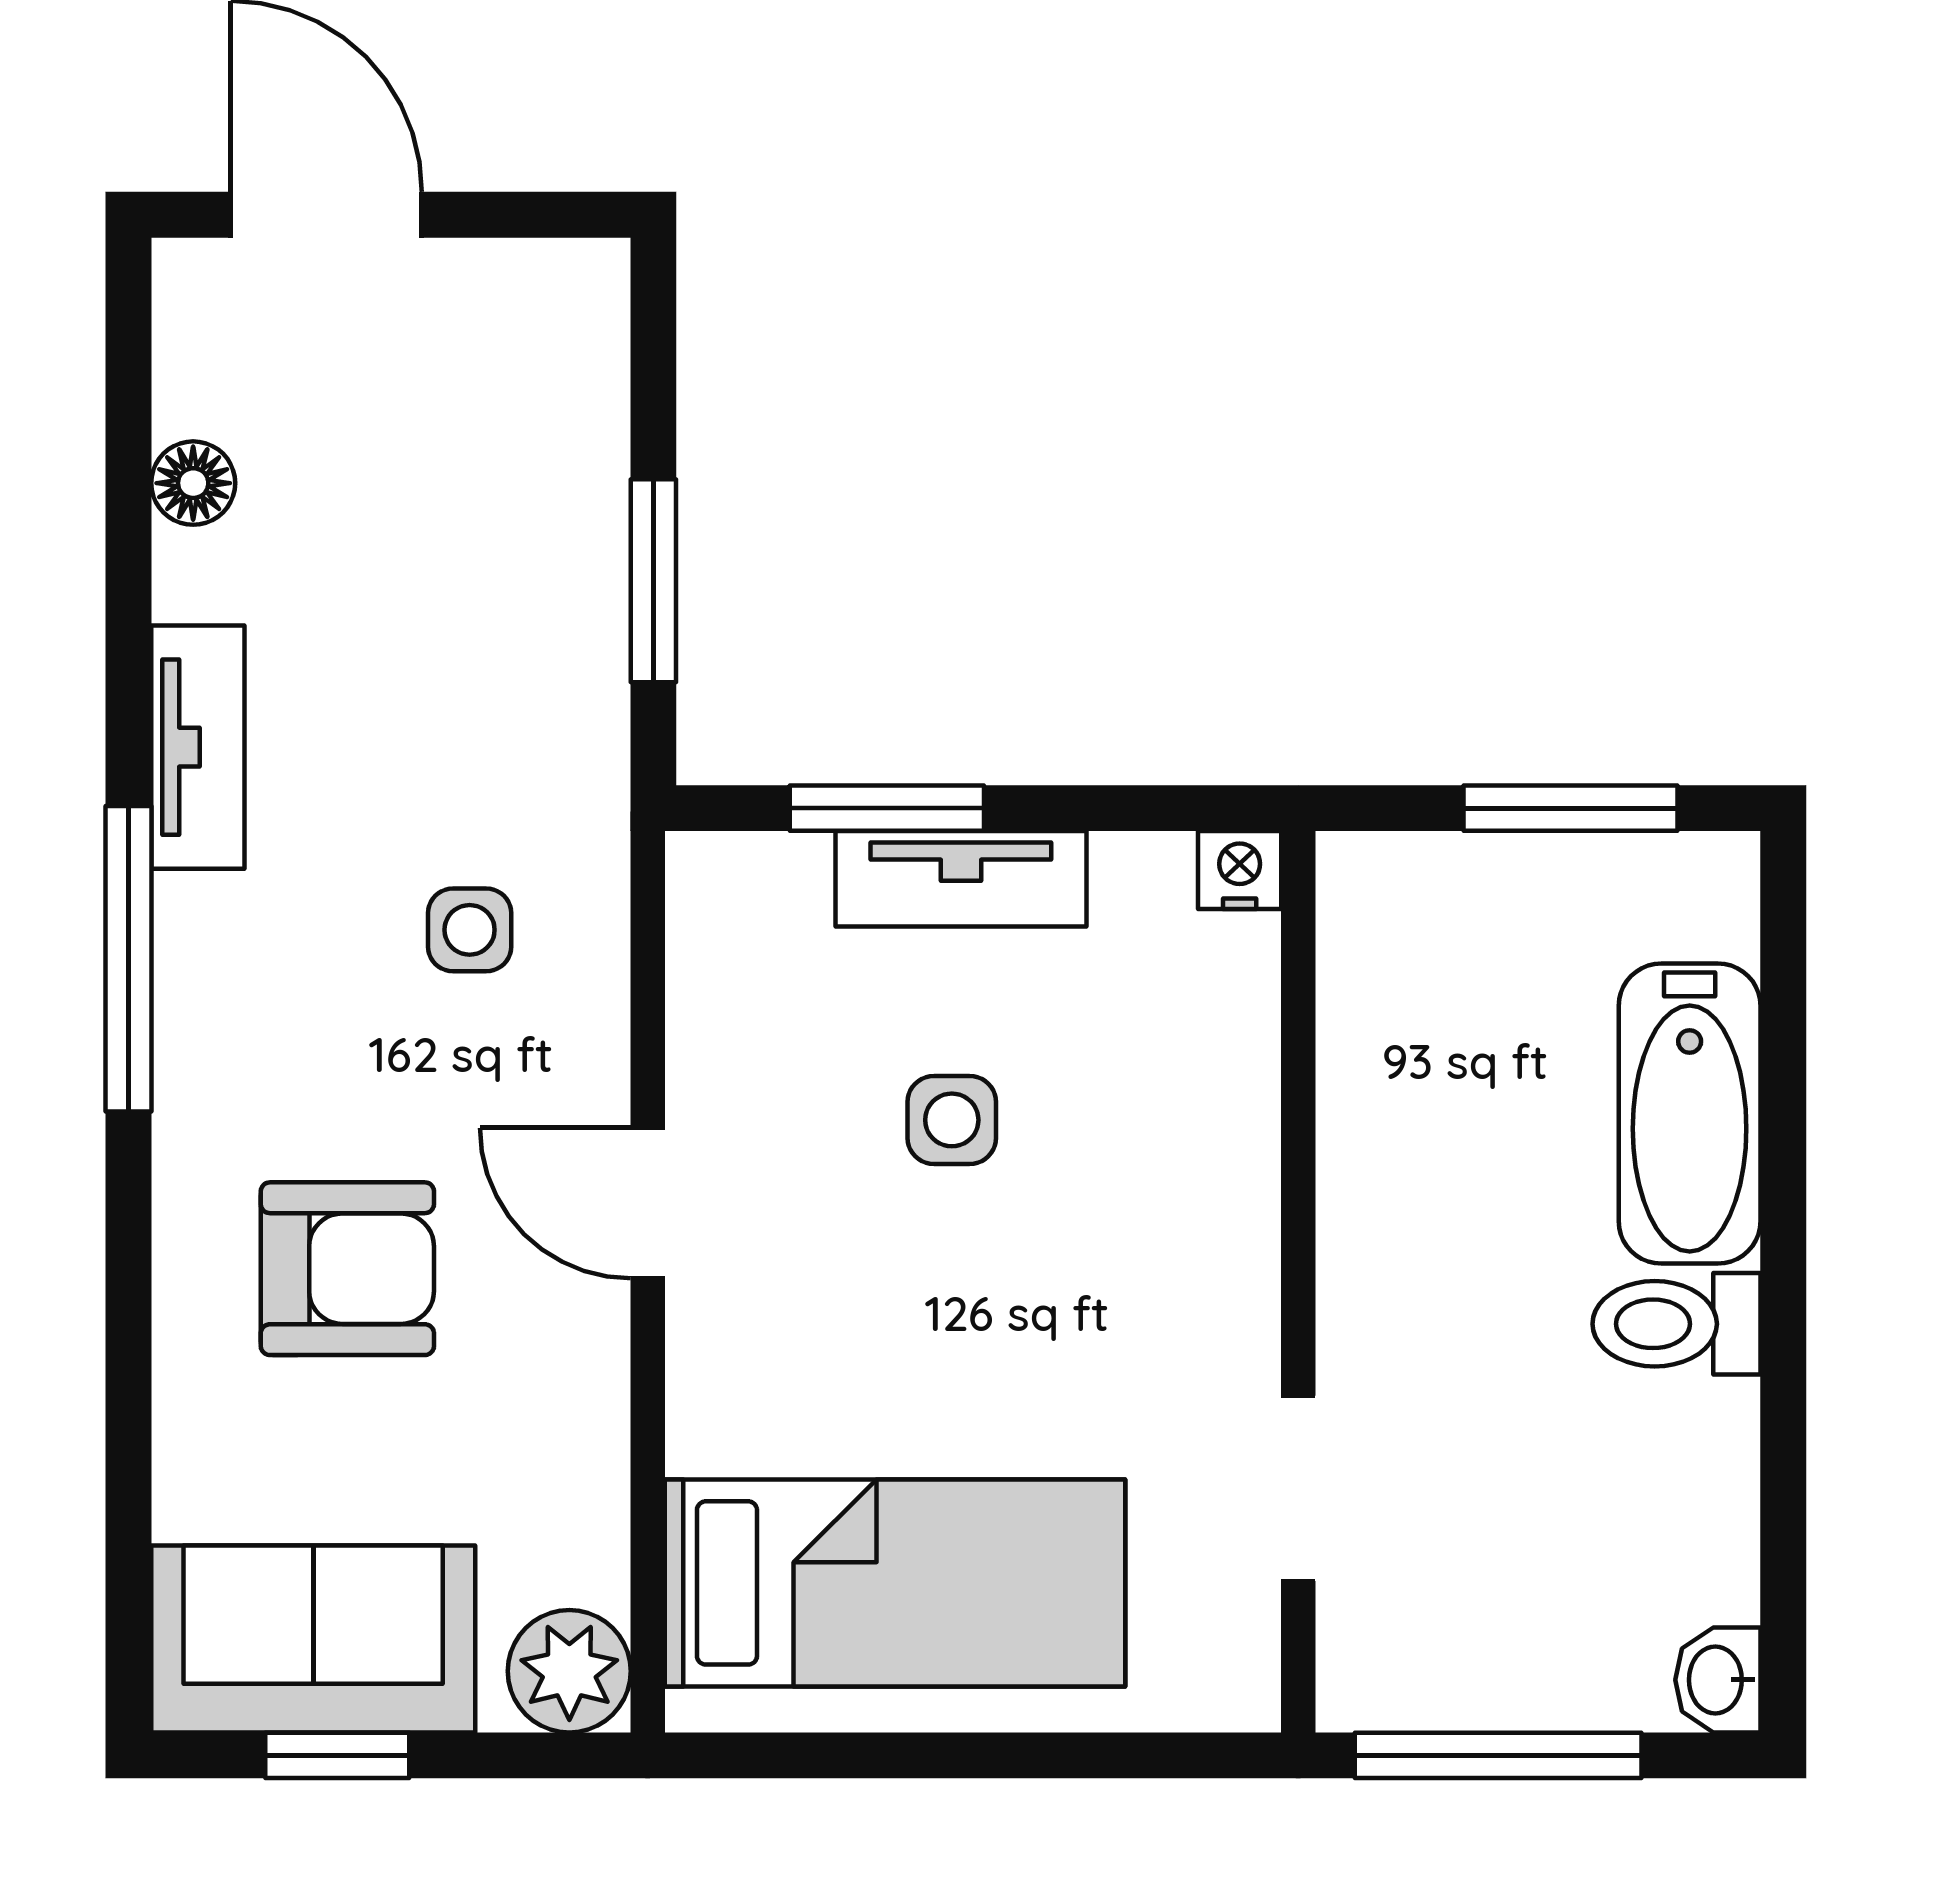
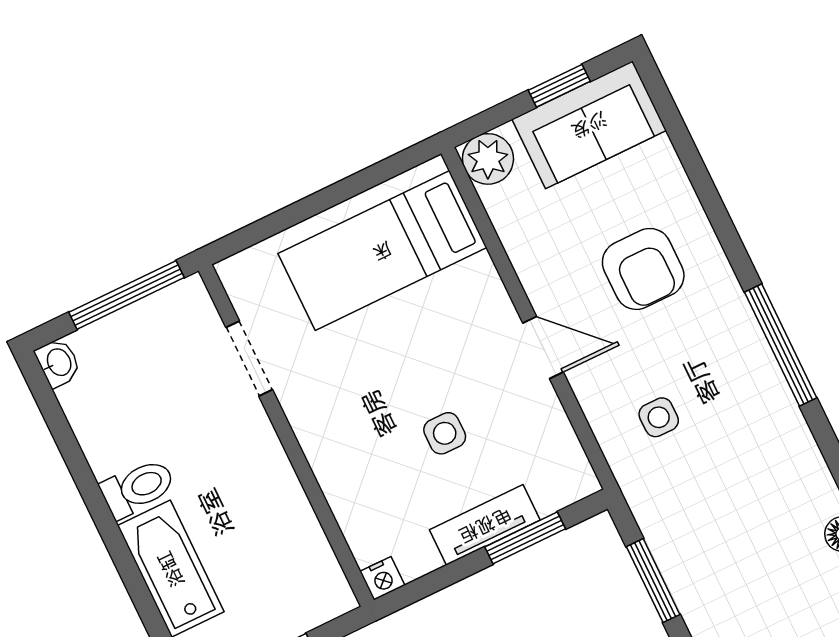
tv unit: (198, 747) -> (793, 436), removed
armchair: (347, 1269) -> (643, 269), turned -90

